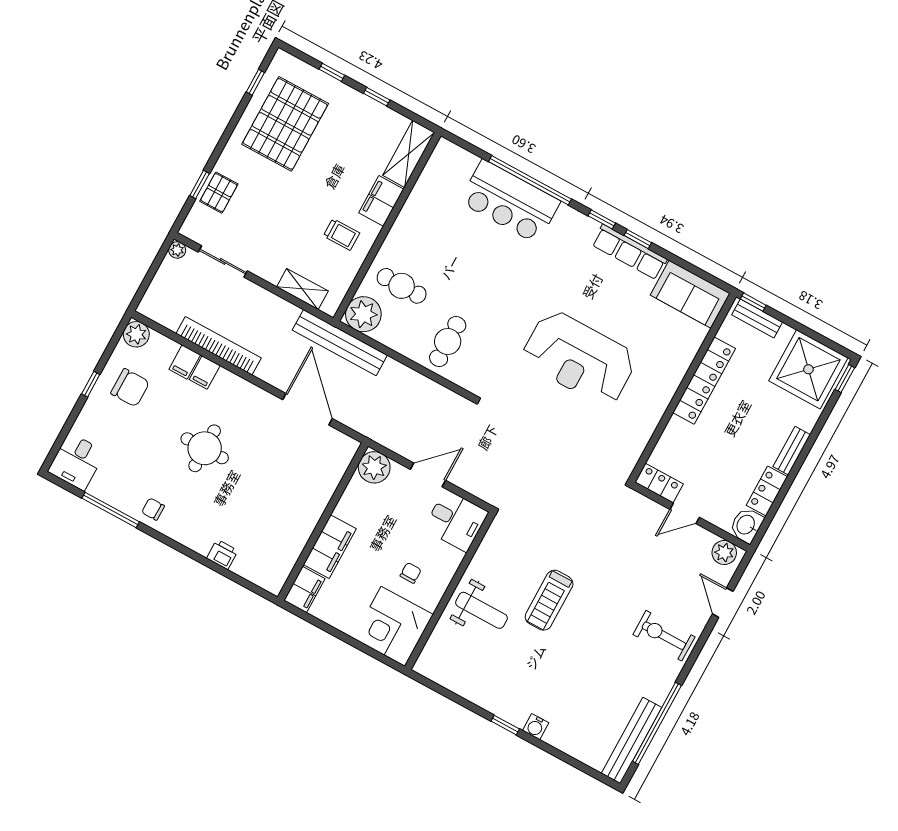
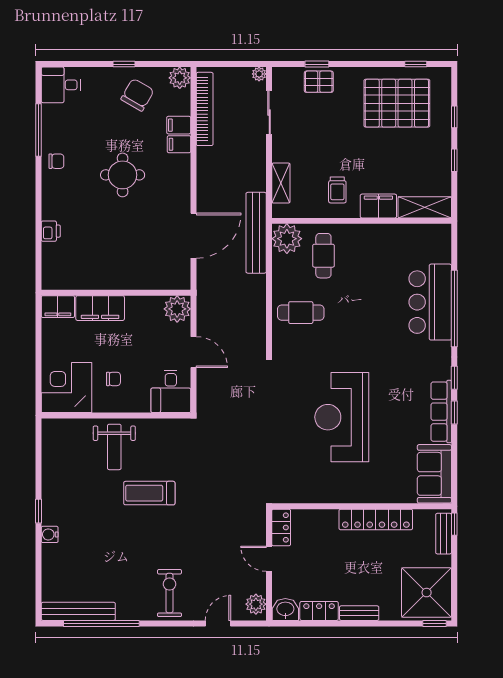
bookcase: (219, 346) -> (205, 109), moved
chair: (130, 388) -> (137, 95), turned -150
chair: (153, 509) -> (56, 161), turned 90

